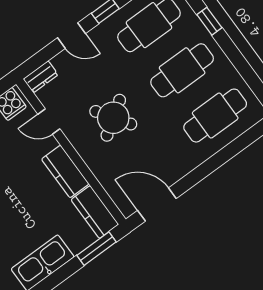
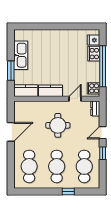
round table: (113, 118) -> (58, 125), turned 34
door: (157, 204) -> (11, 132), moved
window: (96, 249) -> (11, 71), moved

